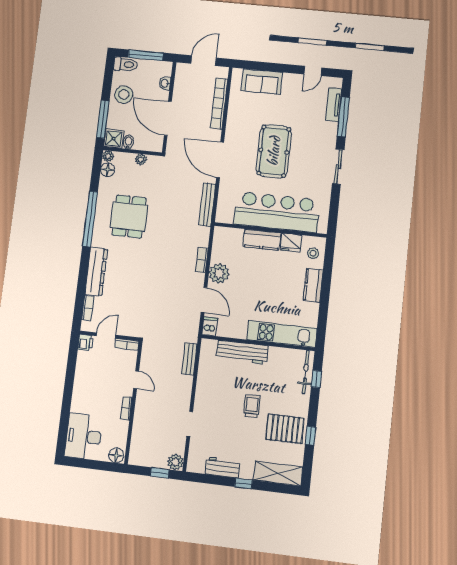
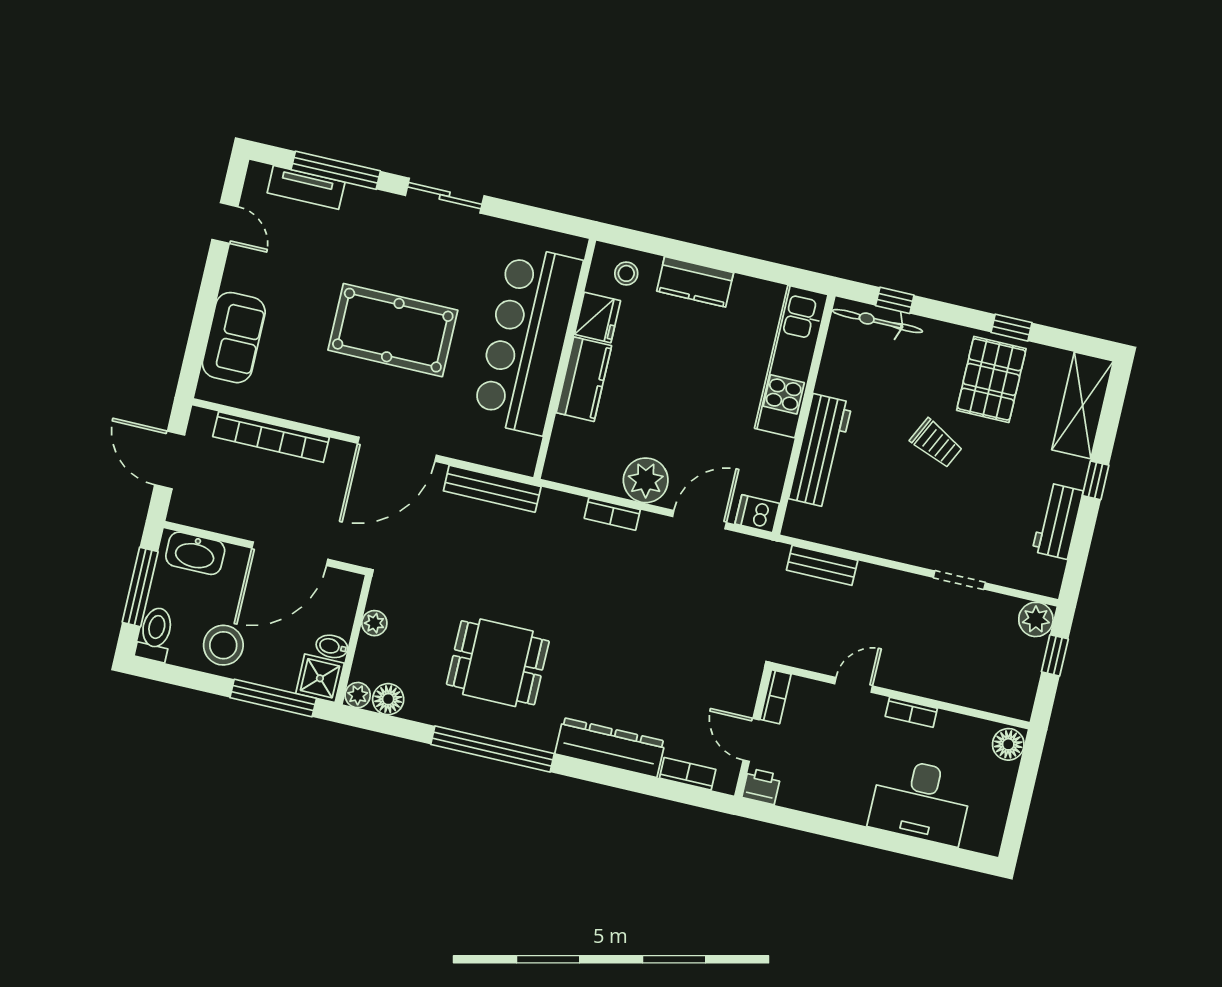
washbasin: (165, 83) -> (195, 553), width x1.91, depth x1.45
trolley: (252, 406) -> (936, 443), turned -153
desk: (84, 436) -> (921, 801), moved

